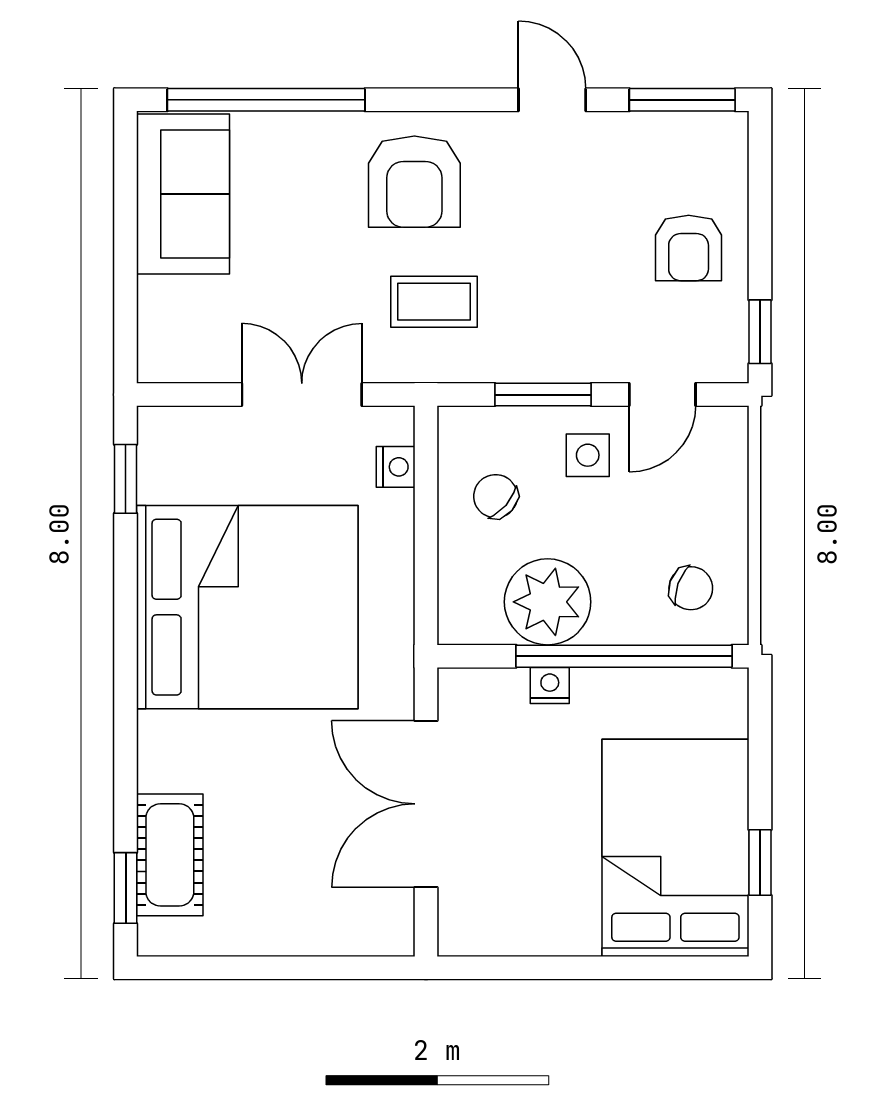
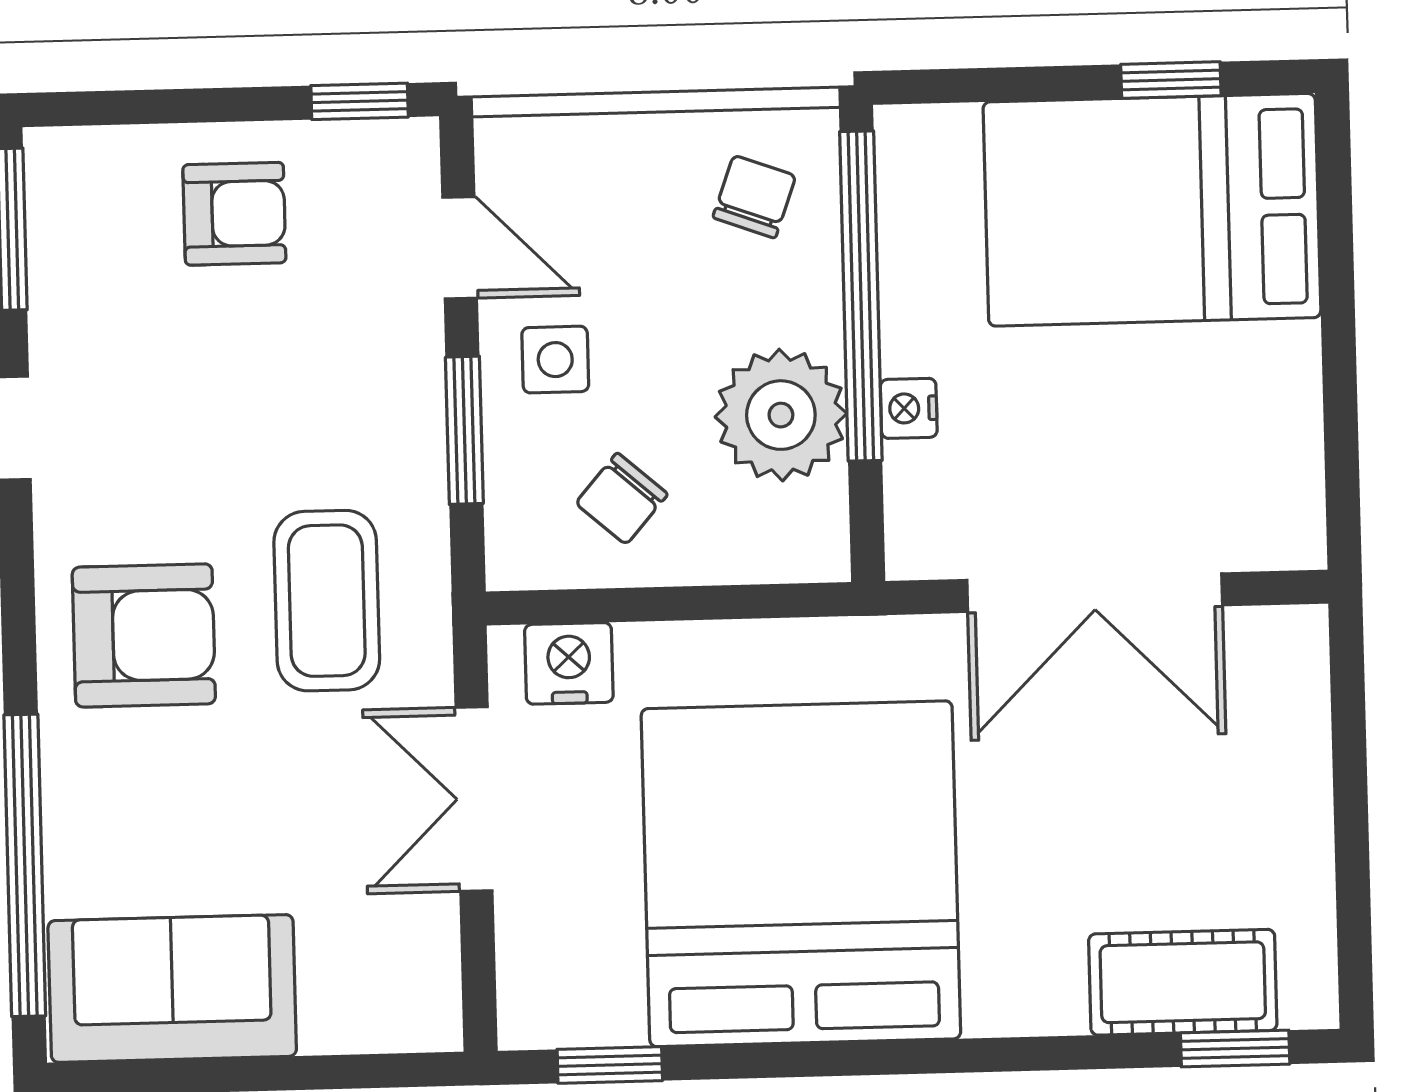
coffee table: (434, 302) -> (327, 601), width x1.36, depth x1.30
nightstand: (396, 467) -> (569, 663), width x1.39, depth x1.35

